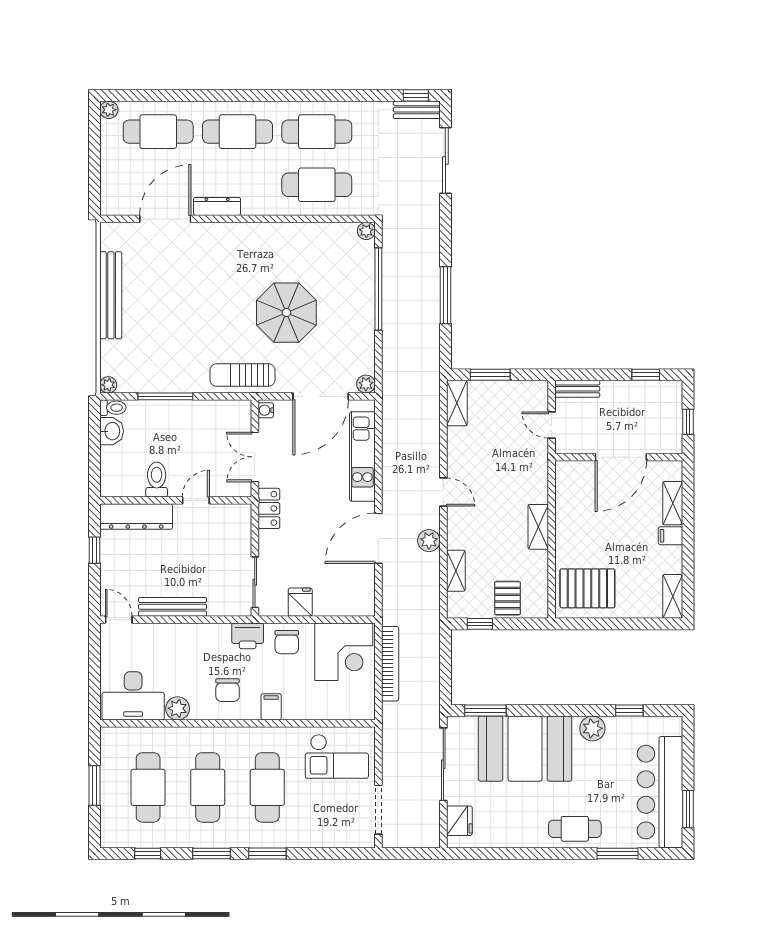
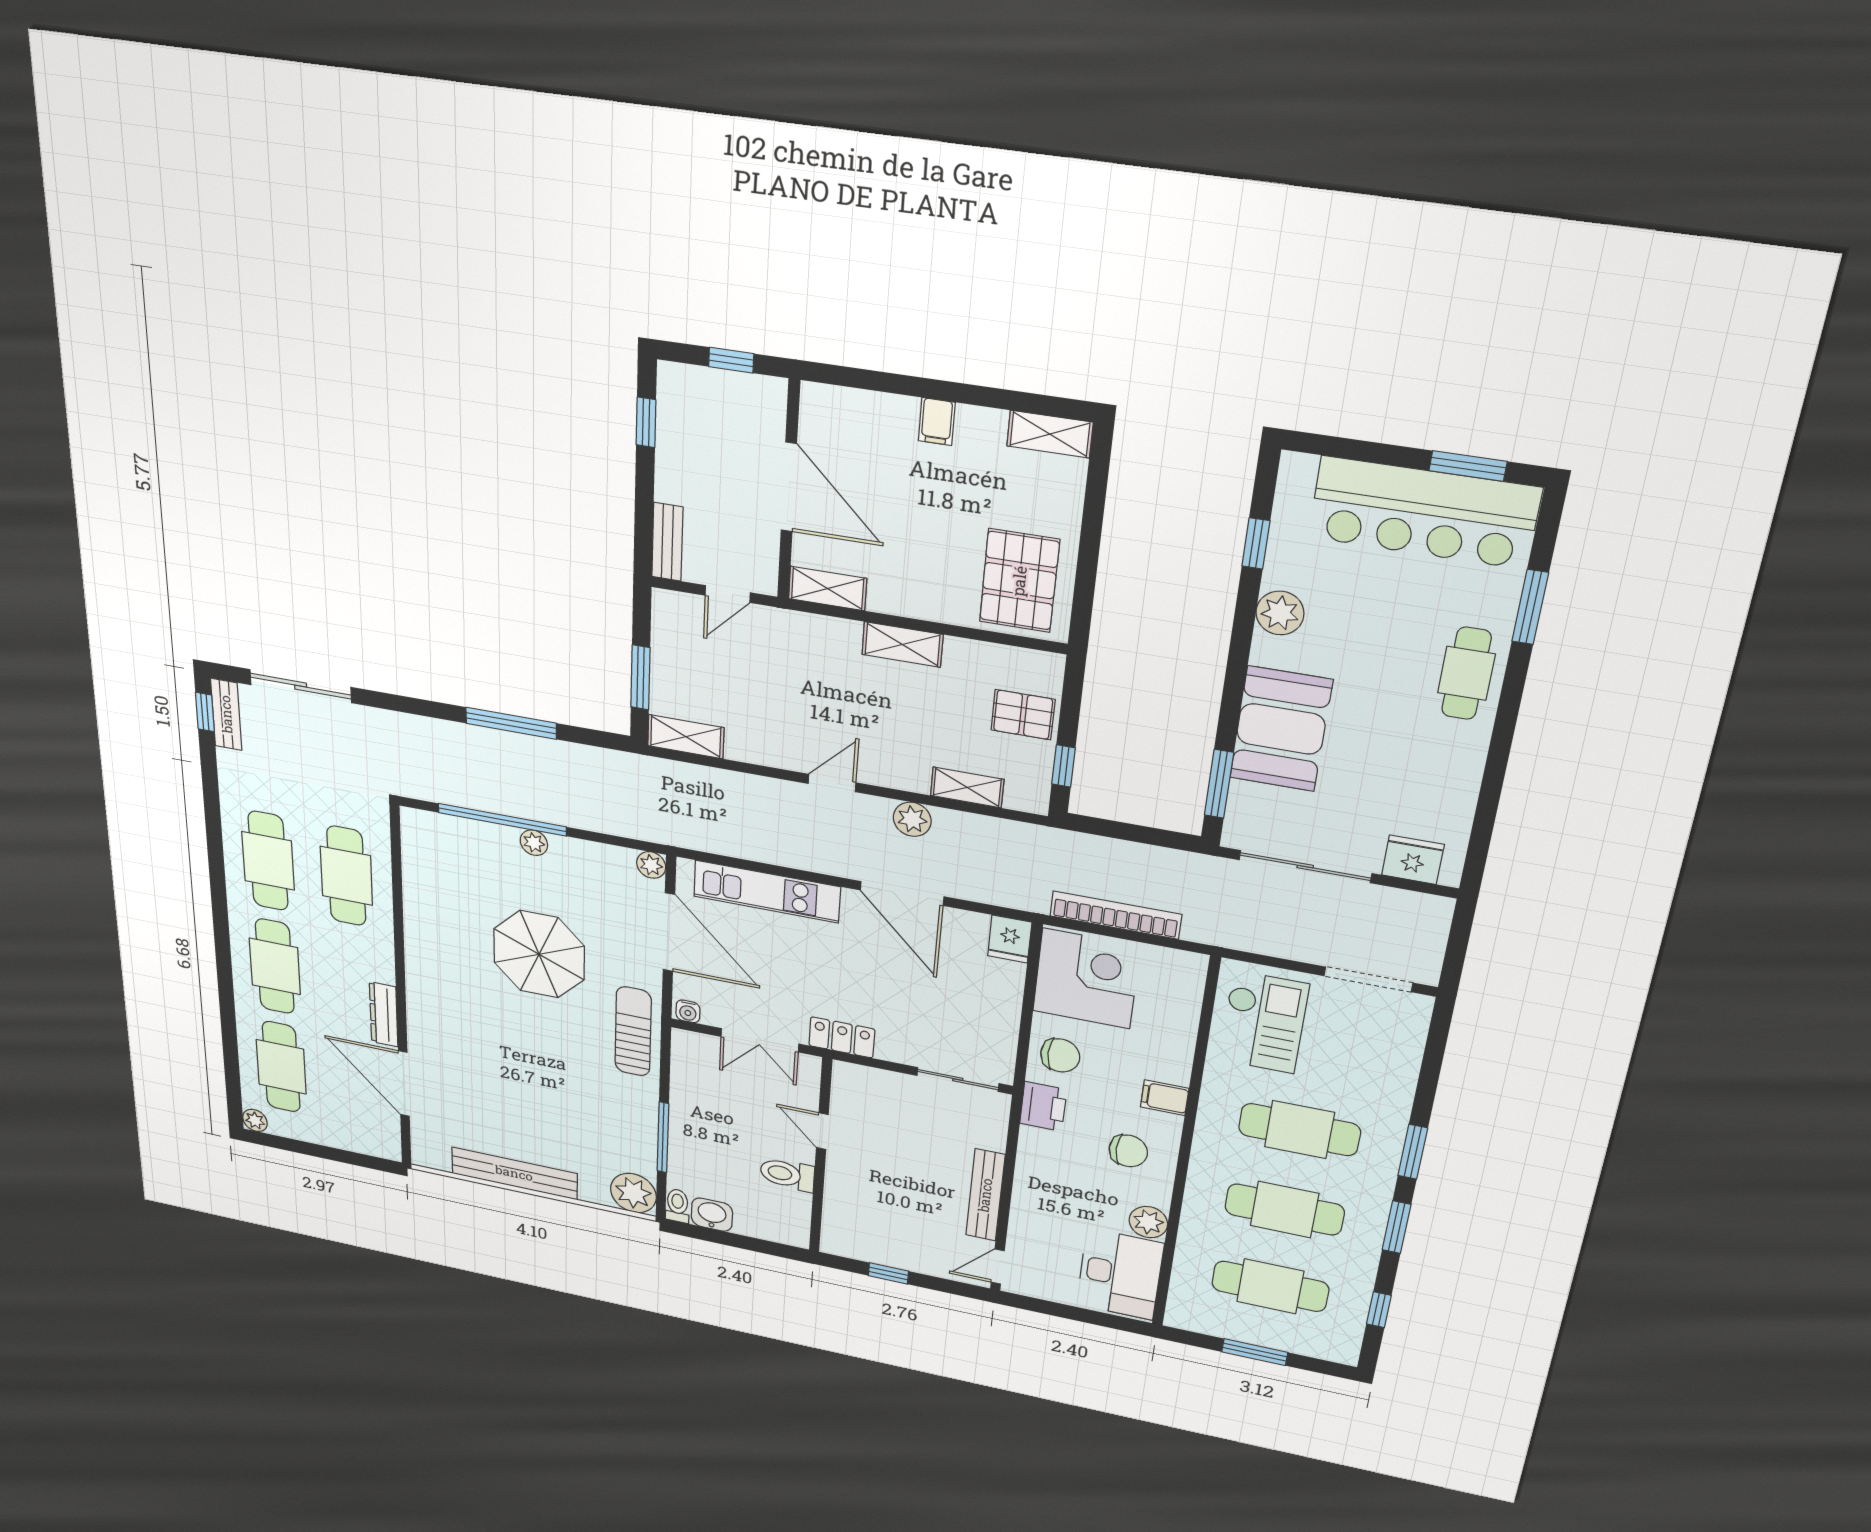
plant: (366, 231) -> (534, 843), moved
sun lounger: (242, 375) -> (633, 1032), turned 180
plant: (108, 385) -> (633, 1193), width x1.88, depth x1.88
shelving: (673, 503) -> (828, 589), moved
dresser: (136, 517) -> (842, 1212), removed
fridge: (300, 602) -> (1010, 939), moved, turned -90
booth: (525, 749) -> (1281, 729), width x0.73, depth x0.70

